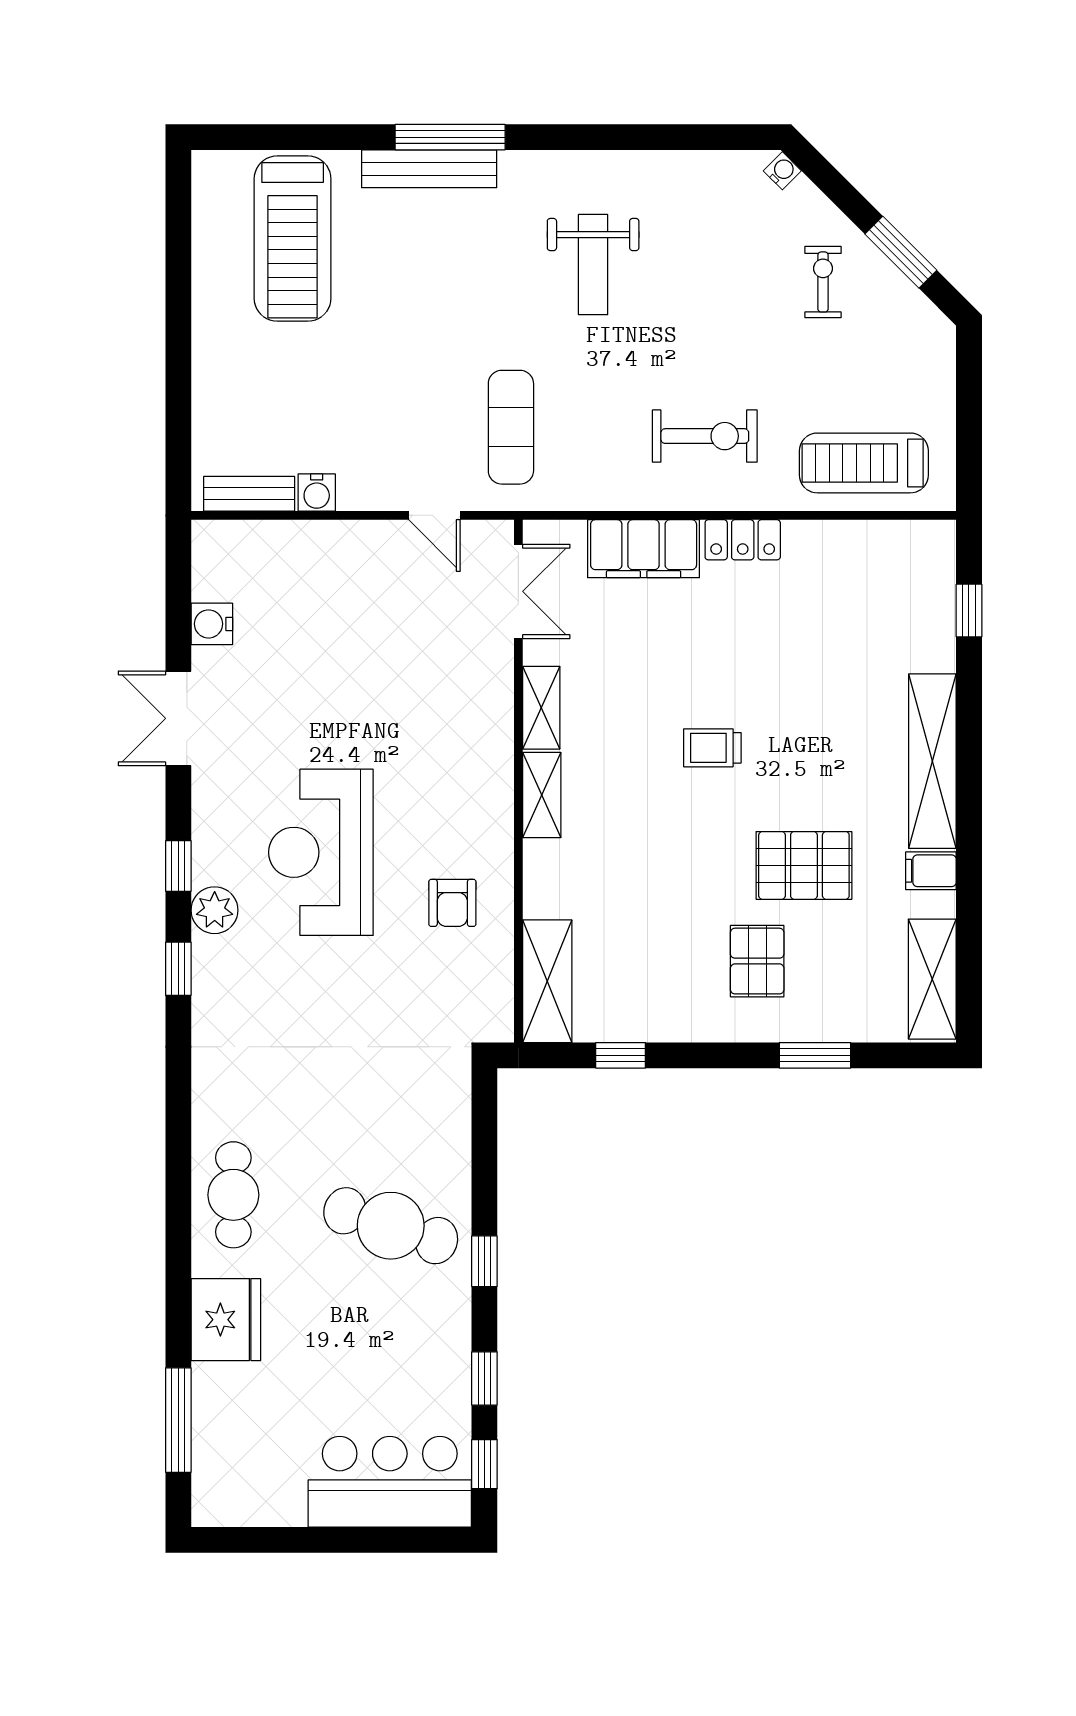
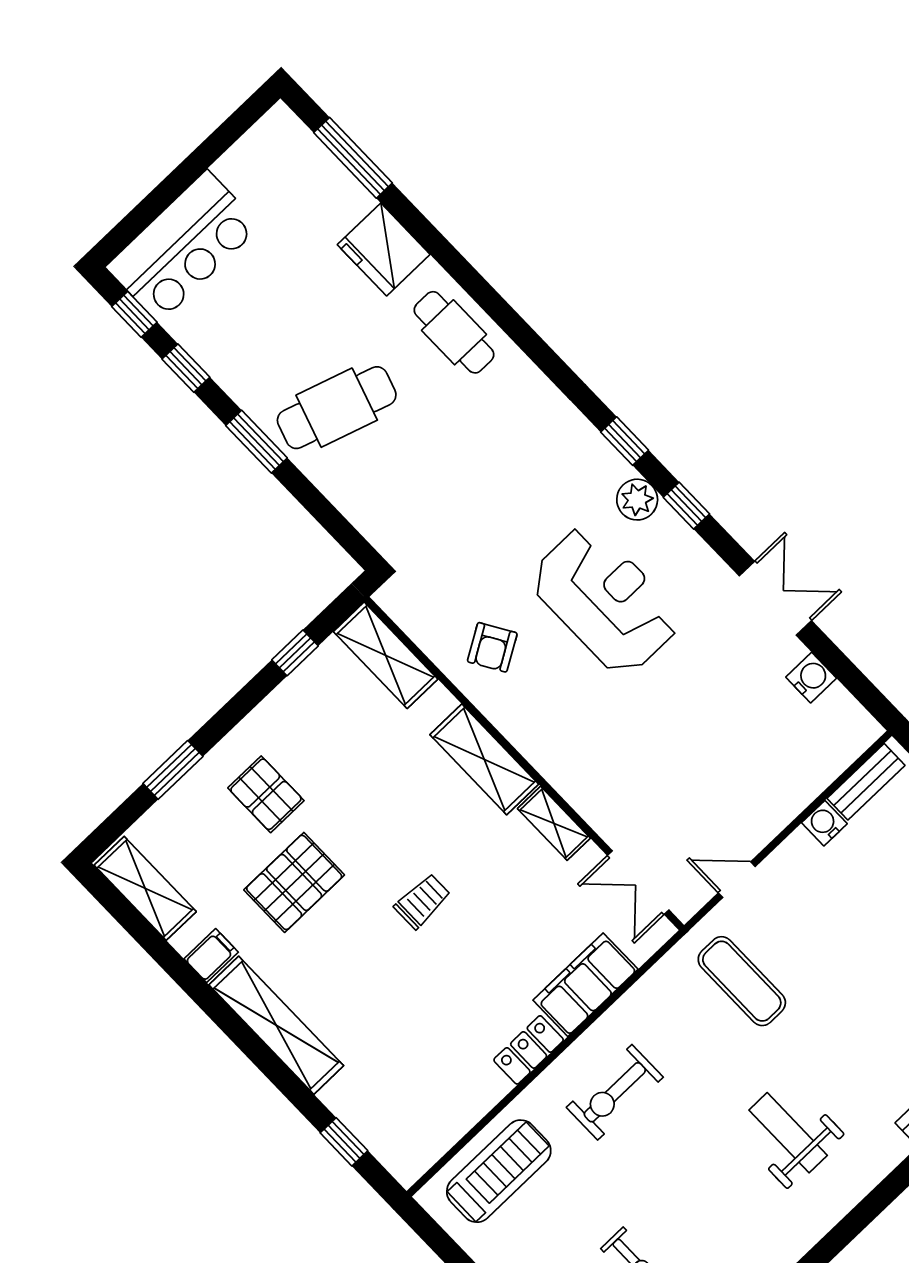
shelving: (542, 795) -> (484, 759), width x1.50, depth x1.33
armchair: (452, 903) -> (492, 647), turned -121
window: (484, 1261) -> (256, 442), width x1.50

